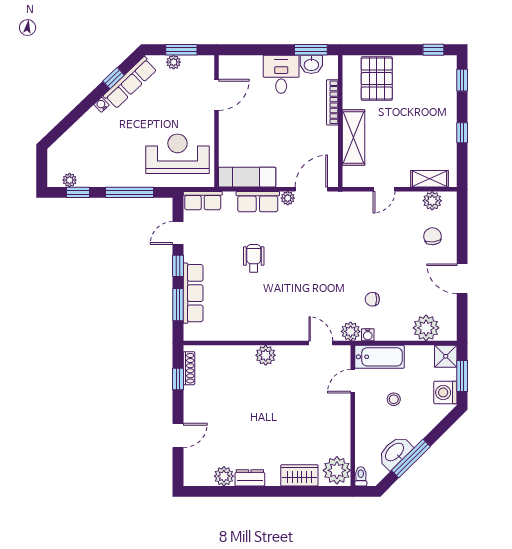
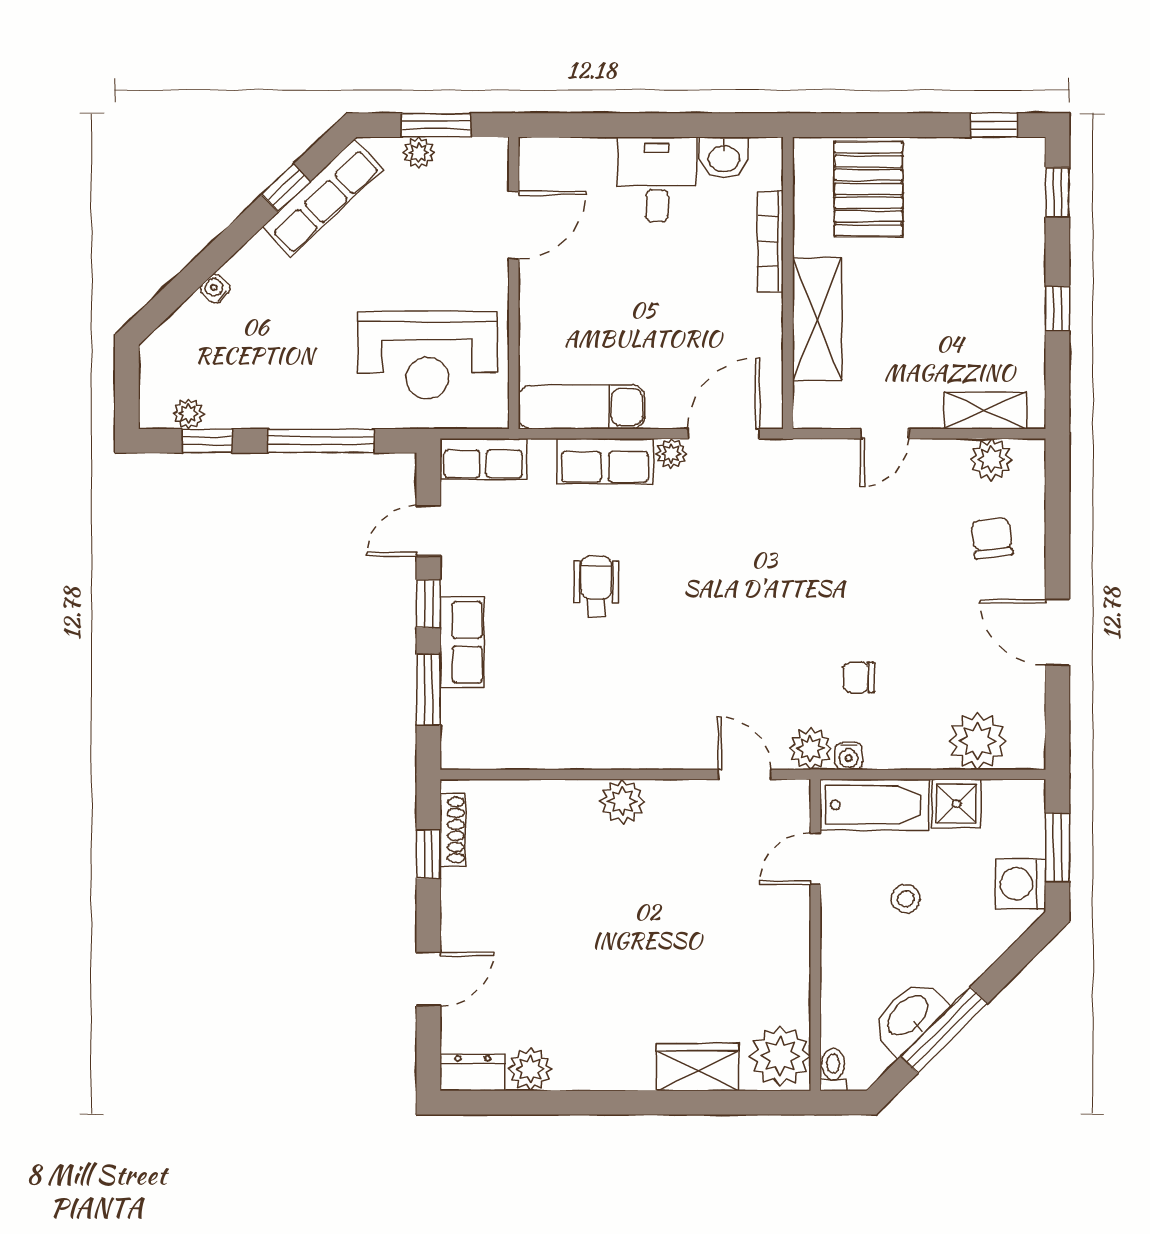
window: (311, 50) -> (723, 125), removed
water cooler: (102, 105) -> (215, 289), moved
reception desk: (177, 154) -> (427, 355), turned 180
row of seats: (193, 293) -> (462, 642), width x0.68
shower: (446, 356) -> (956, 804), moved
dresser: (250, 478) -> (473, 1073), moved

